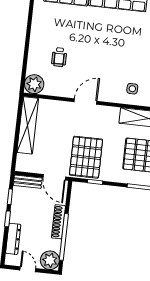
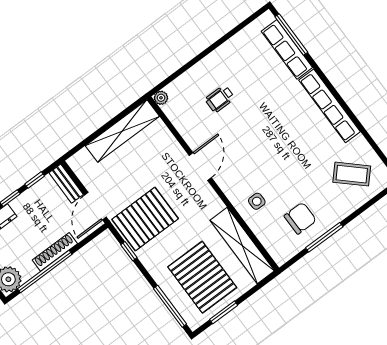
plant: (34, 84) -> (161, 98), width x0.53, depth x0.53
door: (86, 102) -> (200, 167), hinge flipped

